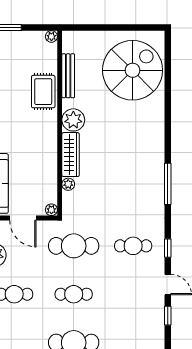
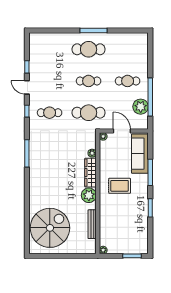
spiral stairs: (133, 70) -> (50, 228), turned 180
rug: (43, 92) -> (120, 186), moved, turned 90

